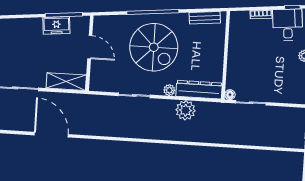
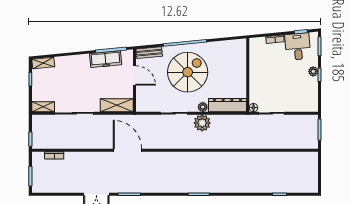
bench: (205, 18) -> (149, 53), moved
freezer: (56, 25) -> (106, 59), width x1.40
spiral stairs: (154, 47) -> (188, 72), turned -90
plant: (186, 110) -> (202, 123), moved
door: (51, 135) -> (127, 150), moved

